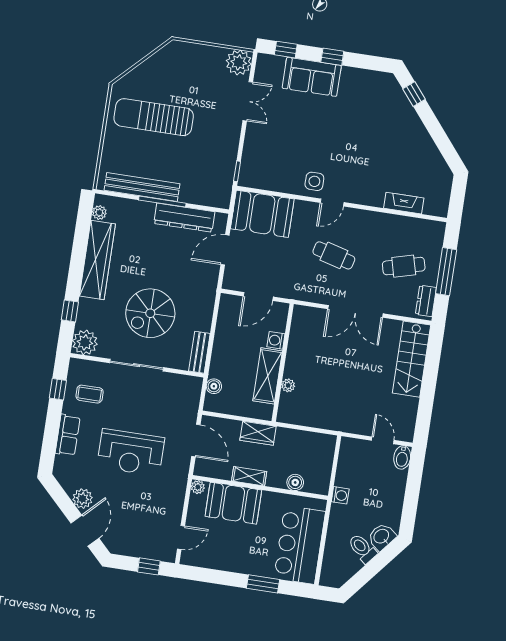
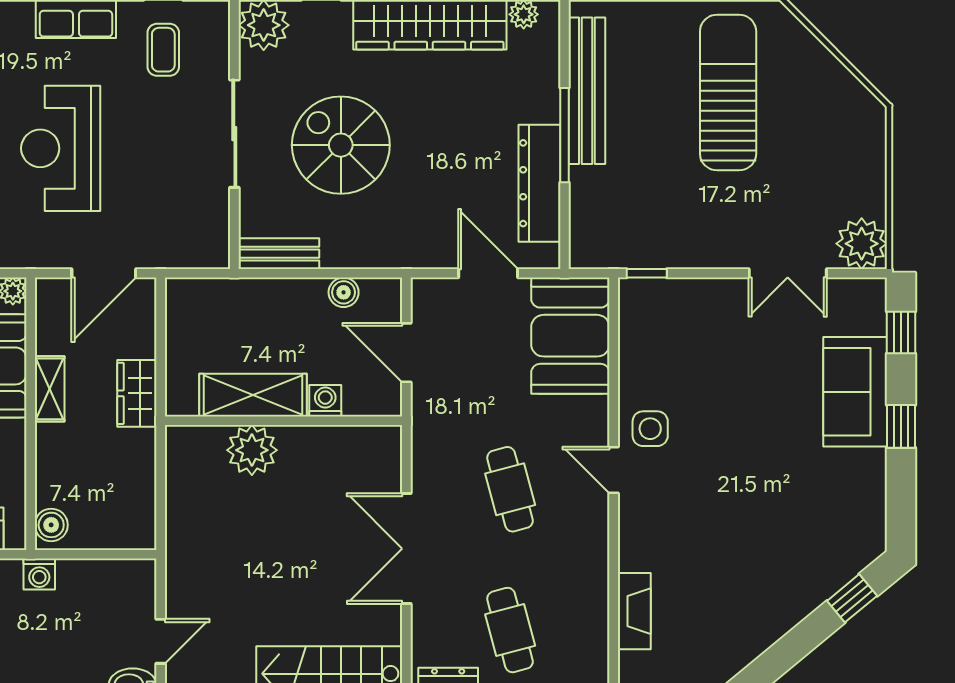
cafe table: (334, 255) -> (510, 489), turned -30
plant: (288, 385) -> (252, 450), width x1.87, depth x1.87
boiler: (214, 386) -> (344, 292), moved
boiler: (295, 482) -> (51, 525), moved

